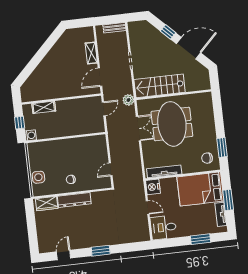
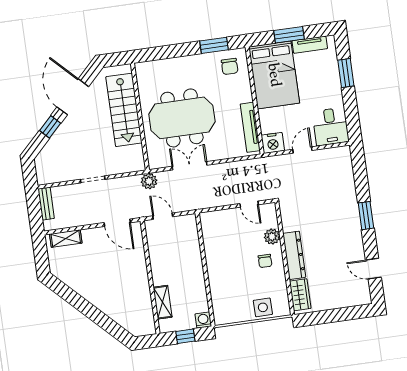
shelving: (91, 53) -> (66, 238), moved
stairs: (160, 86) -> (124, 110), moved
plant: (88, 185) -> (272, 237), added

